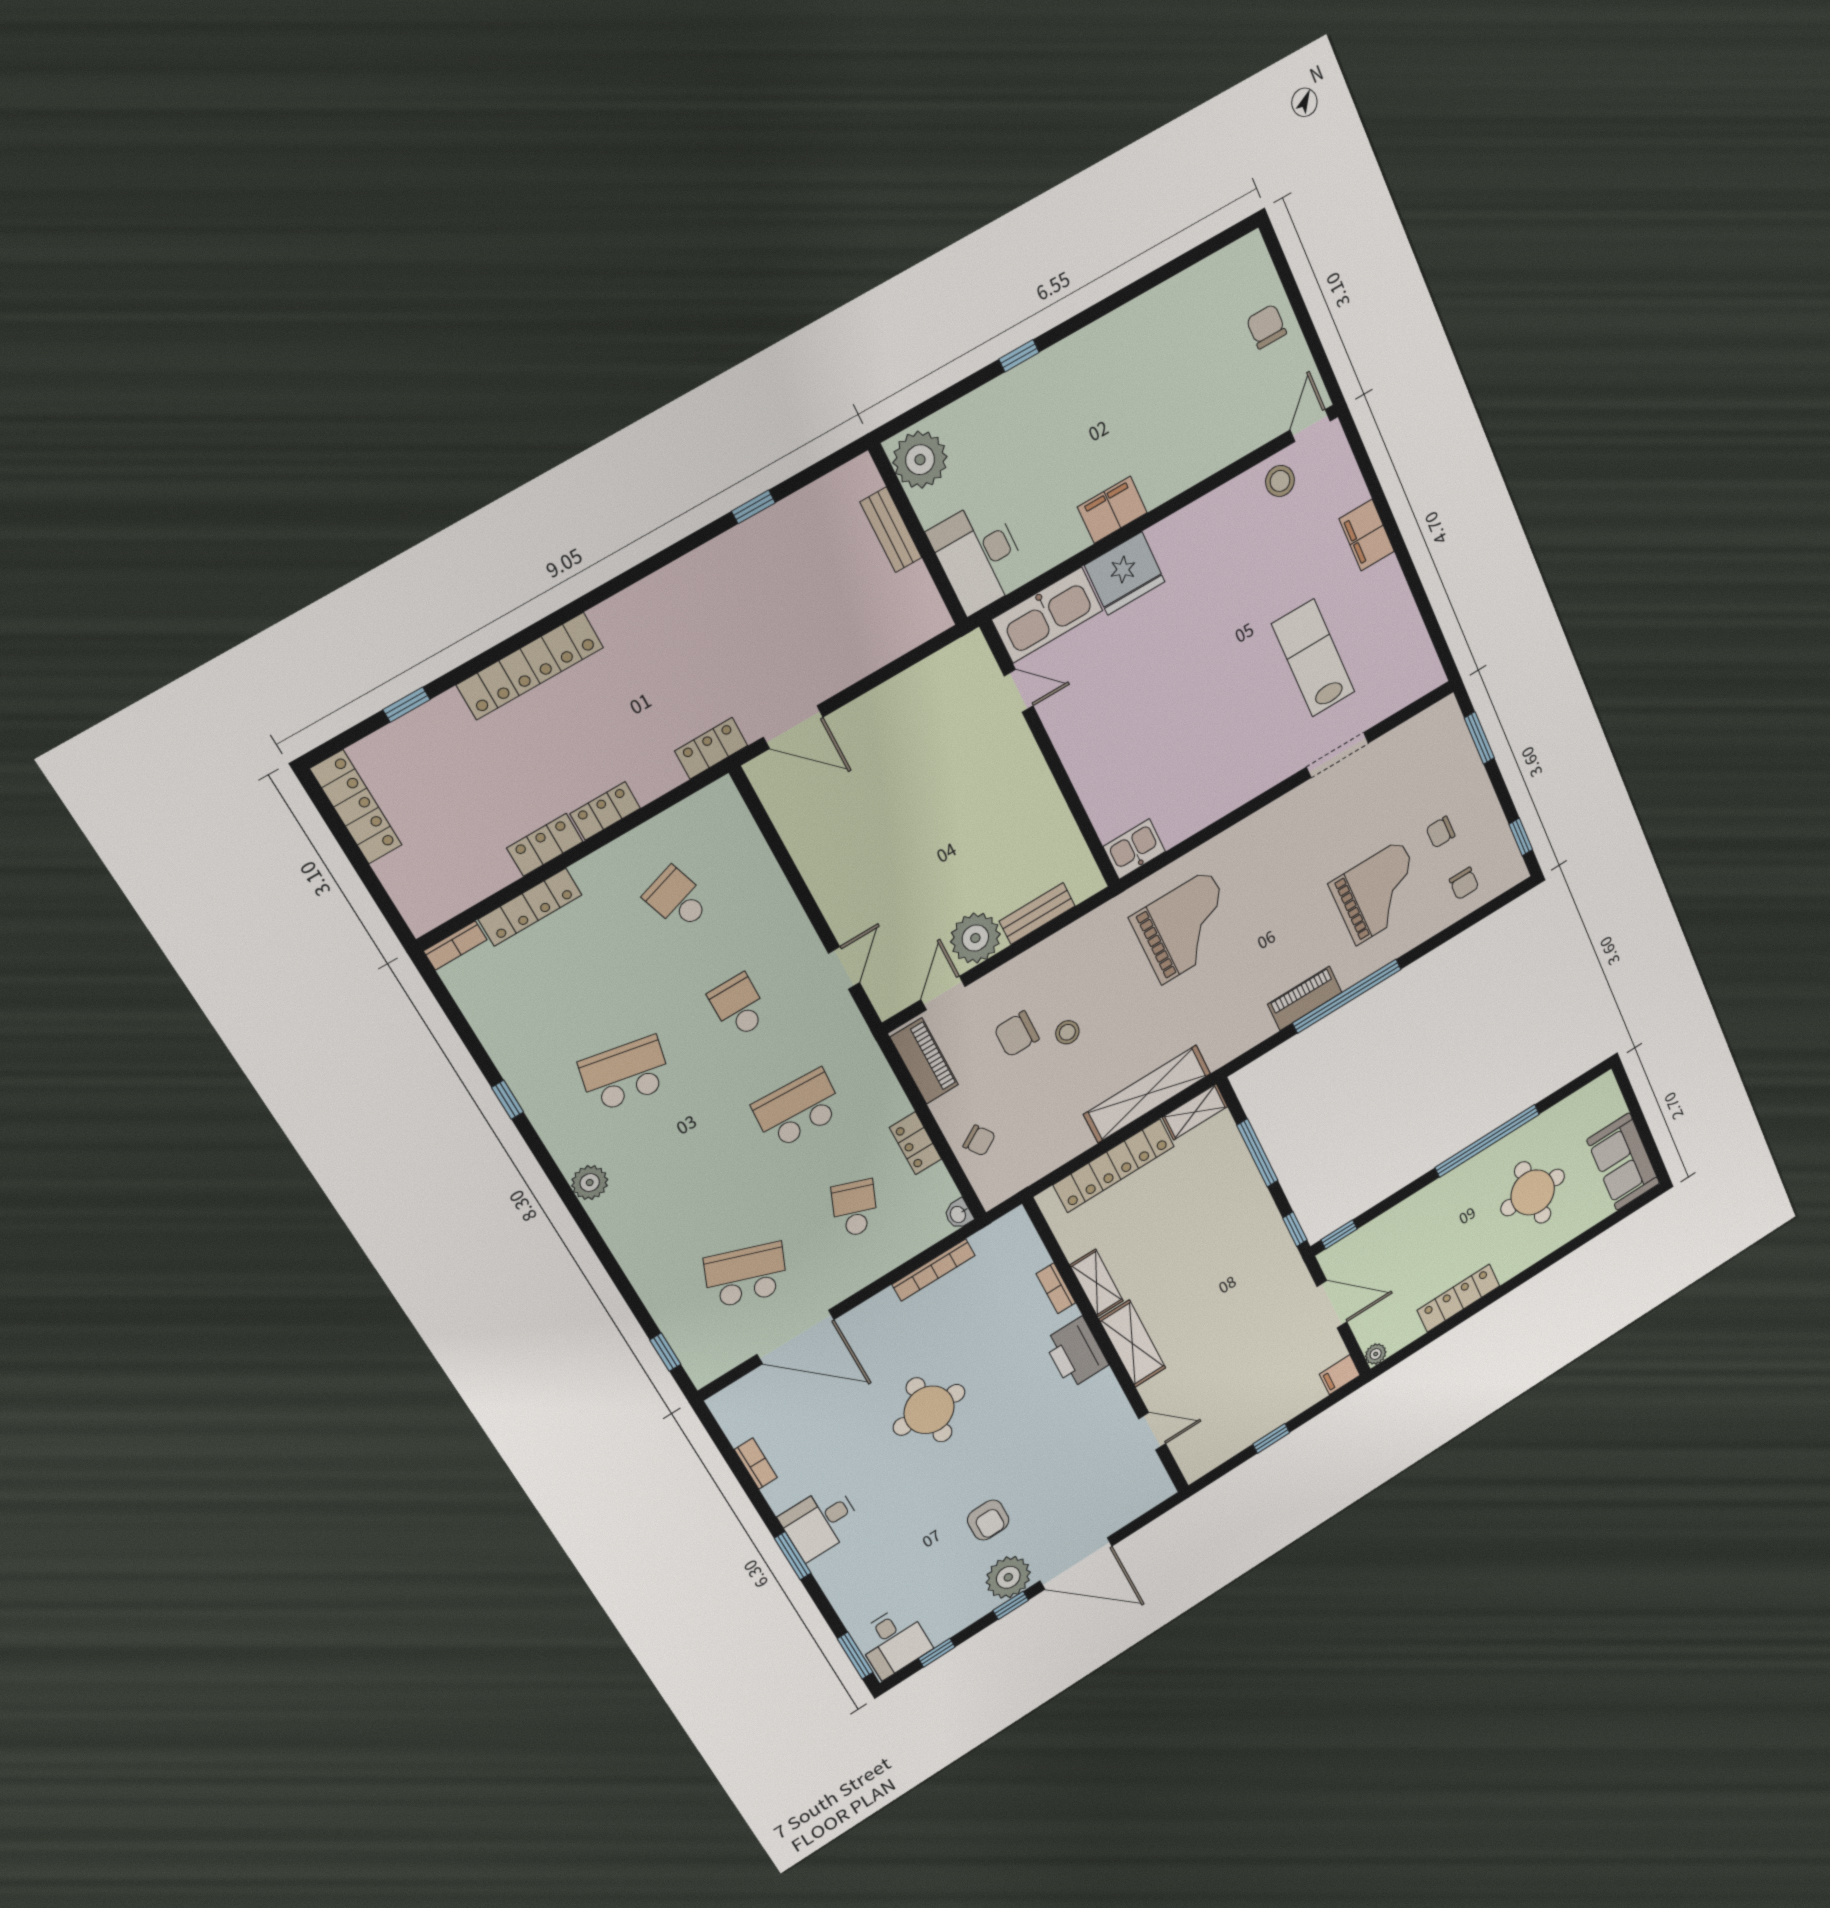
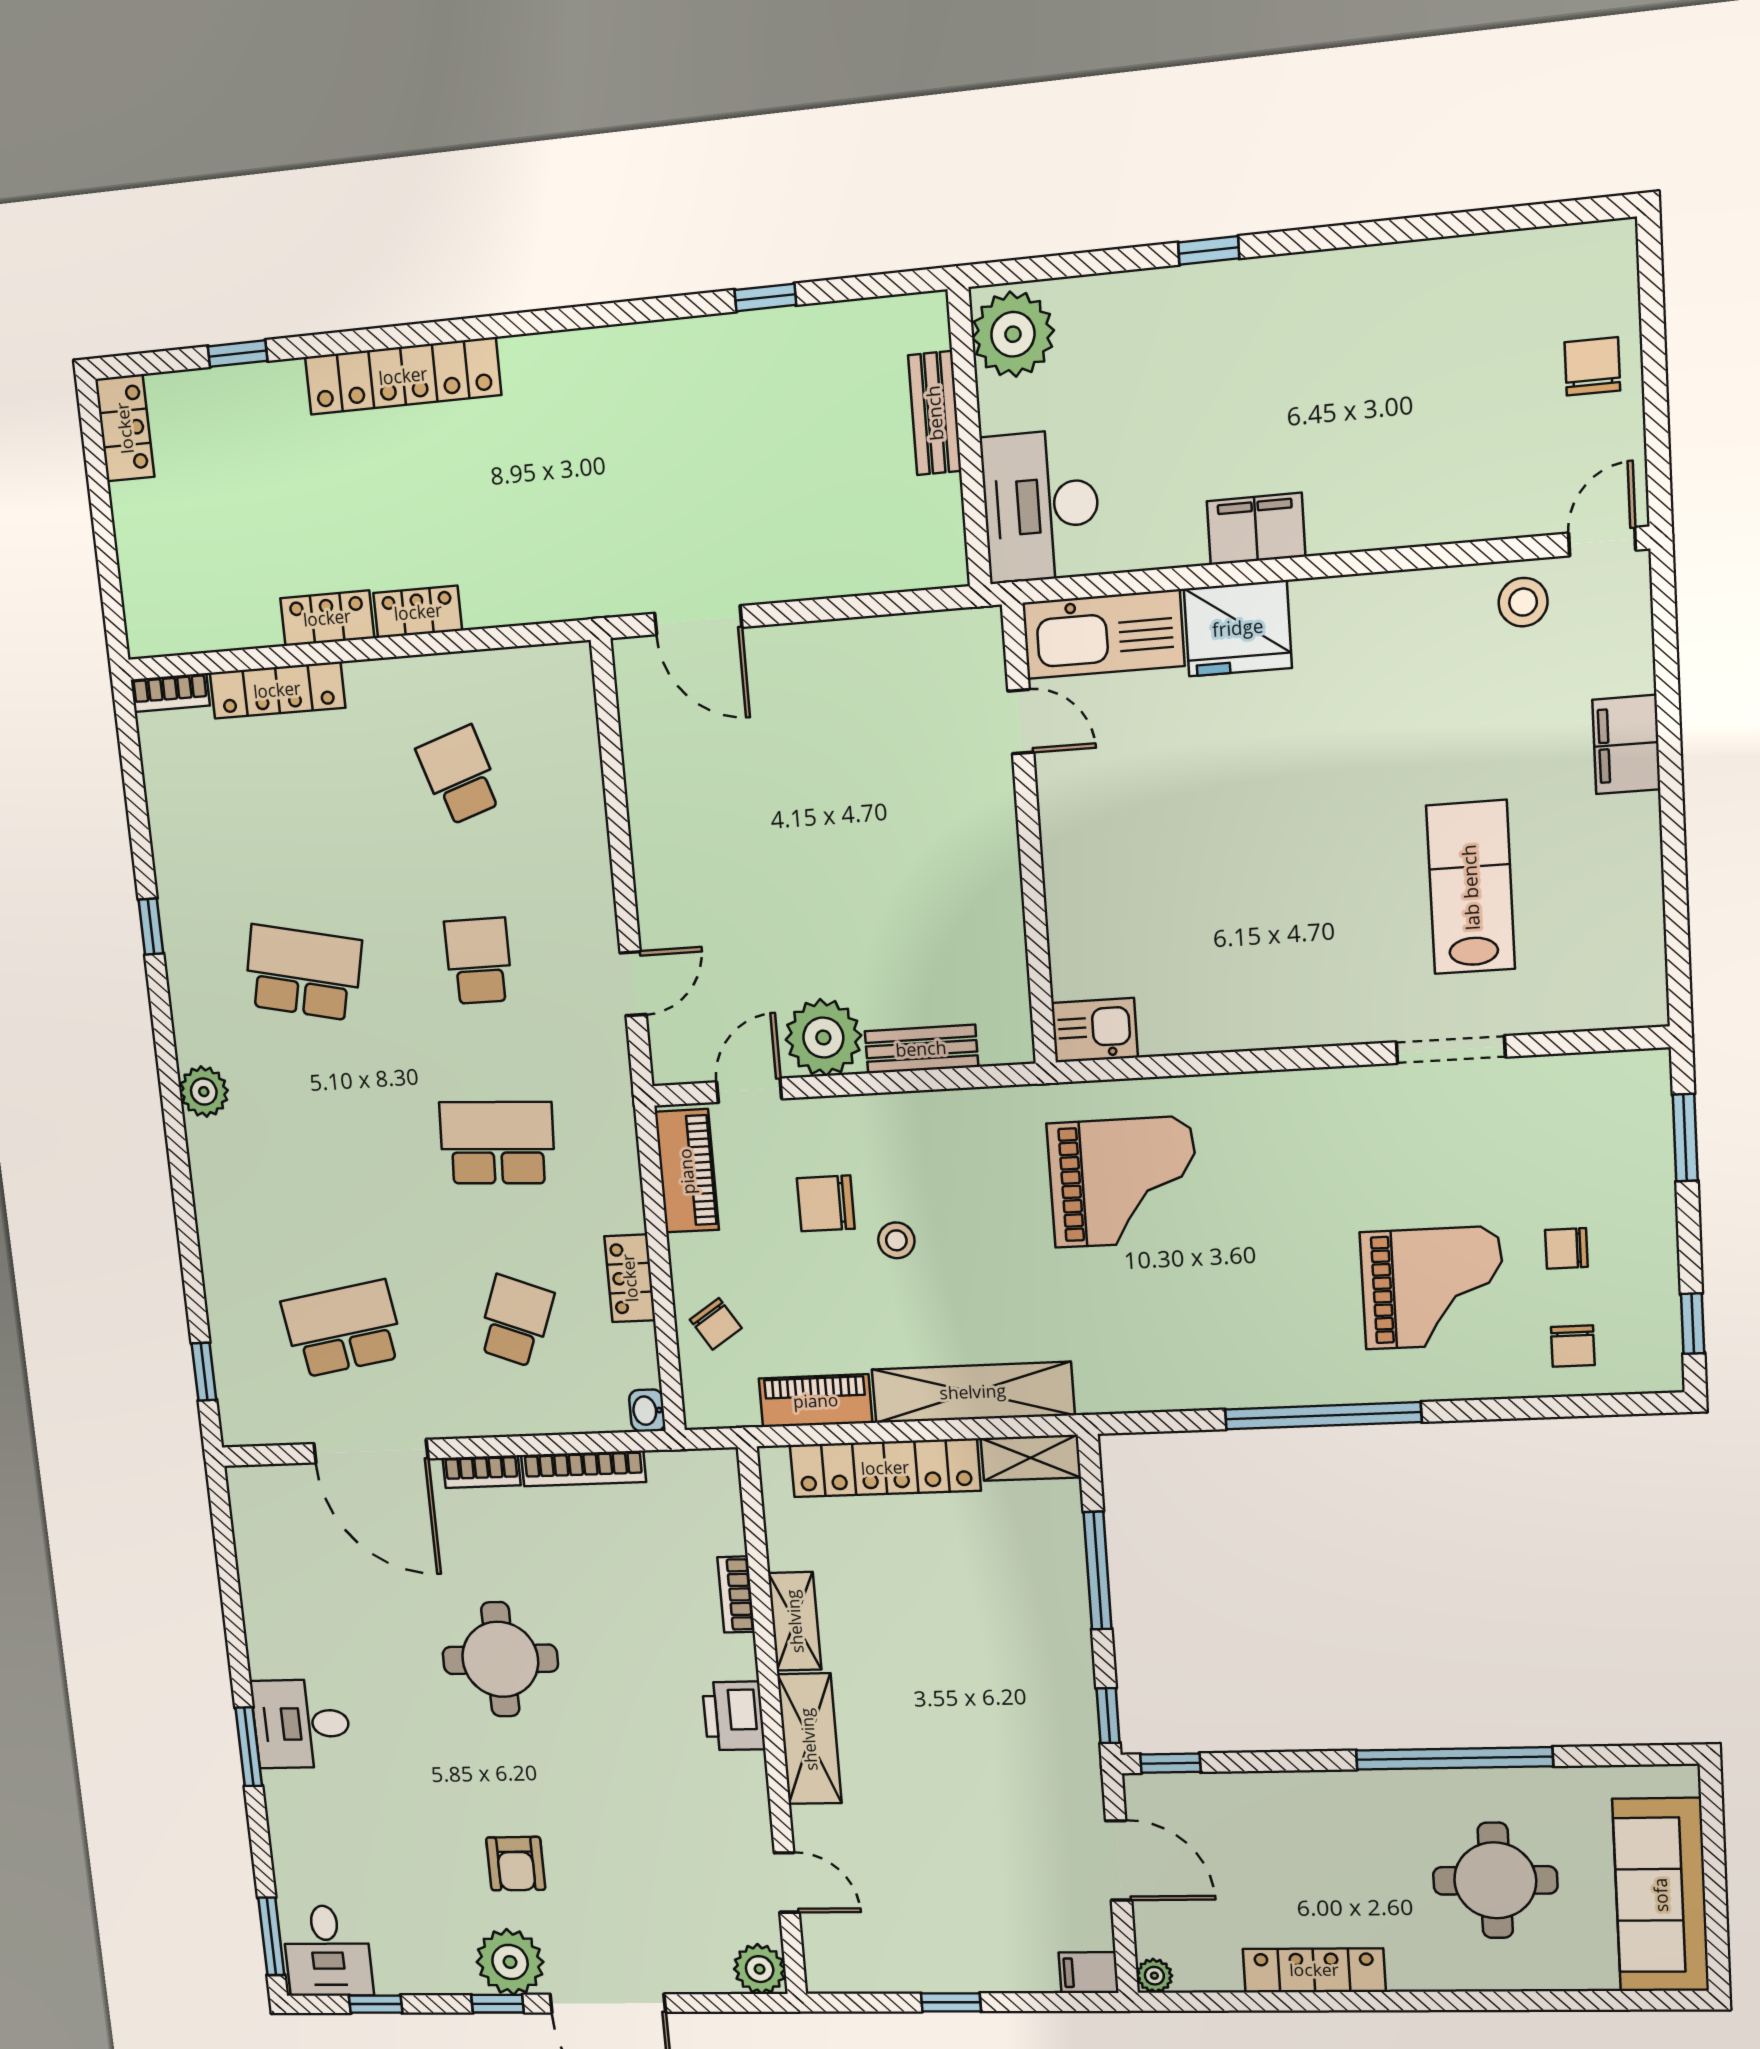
locker: (711, 748) -> (582, 596), removed
locker: (356, 807) -> (125, 428), width x0.66
piano: (1305, 998) -> (816, 1401), moved
sofa: (1623, 1162) -> (1661, 1895), width x1.36
school desk: (746, 1275) -> (343, 1329), turned -30
printer: (1076, 1353) -> (734, 1716), width x0.73, depth x0.84
bookcase: (756, 1464) -> (482, 1472), moved, turned 90
plant: (1156, 1489) -> (760, 1969), added

